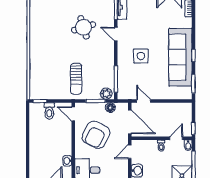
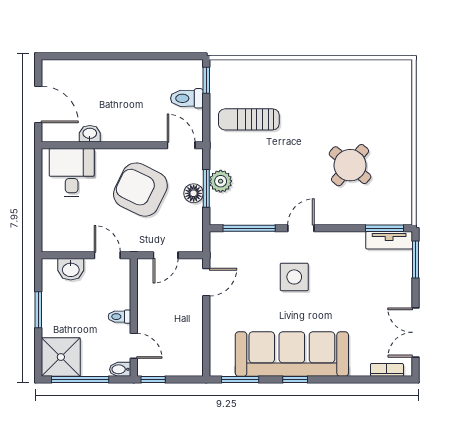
round table: (83, 27) -> (350, 165), turned -33
door: (116, 34) -> (301, 228), moved
sun lounger: (76, 79) -> (249, 119), moved
plant: (106, 94) -> (221, 181), moved
floor lamp: (110, 108) -> (194, 193), moved
door: (73, 114) -> (181, 145), hinge flipped
door: (130, 122) -> (166, 255), width x0.53

